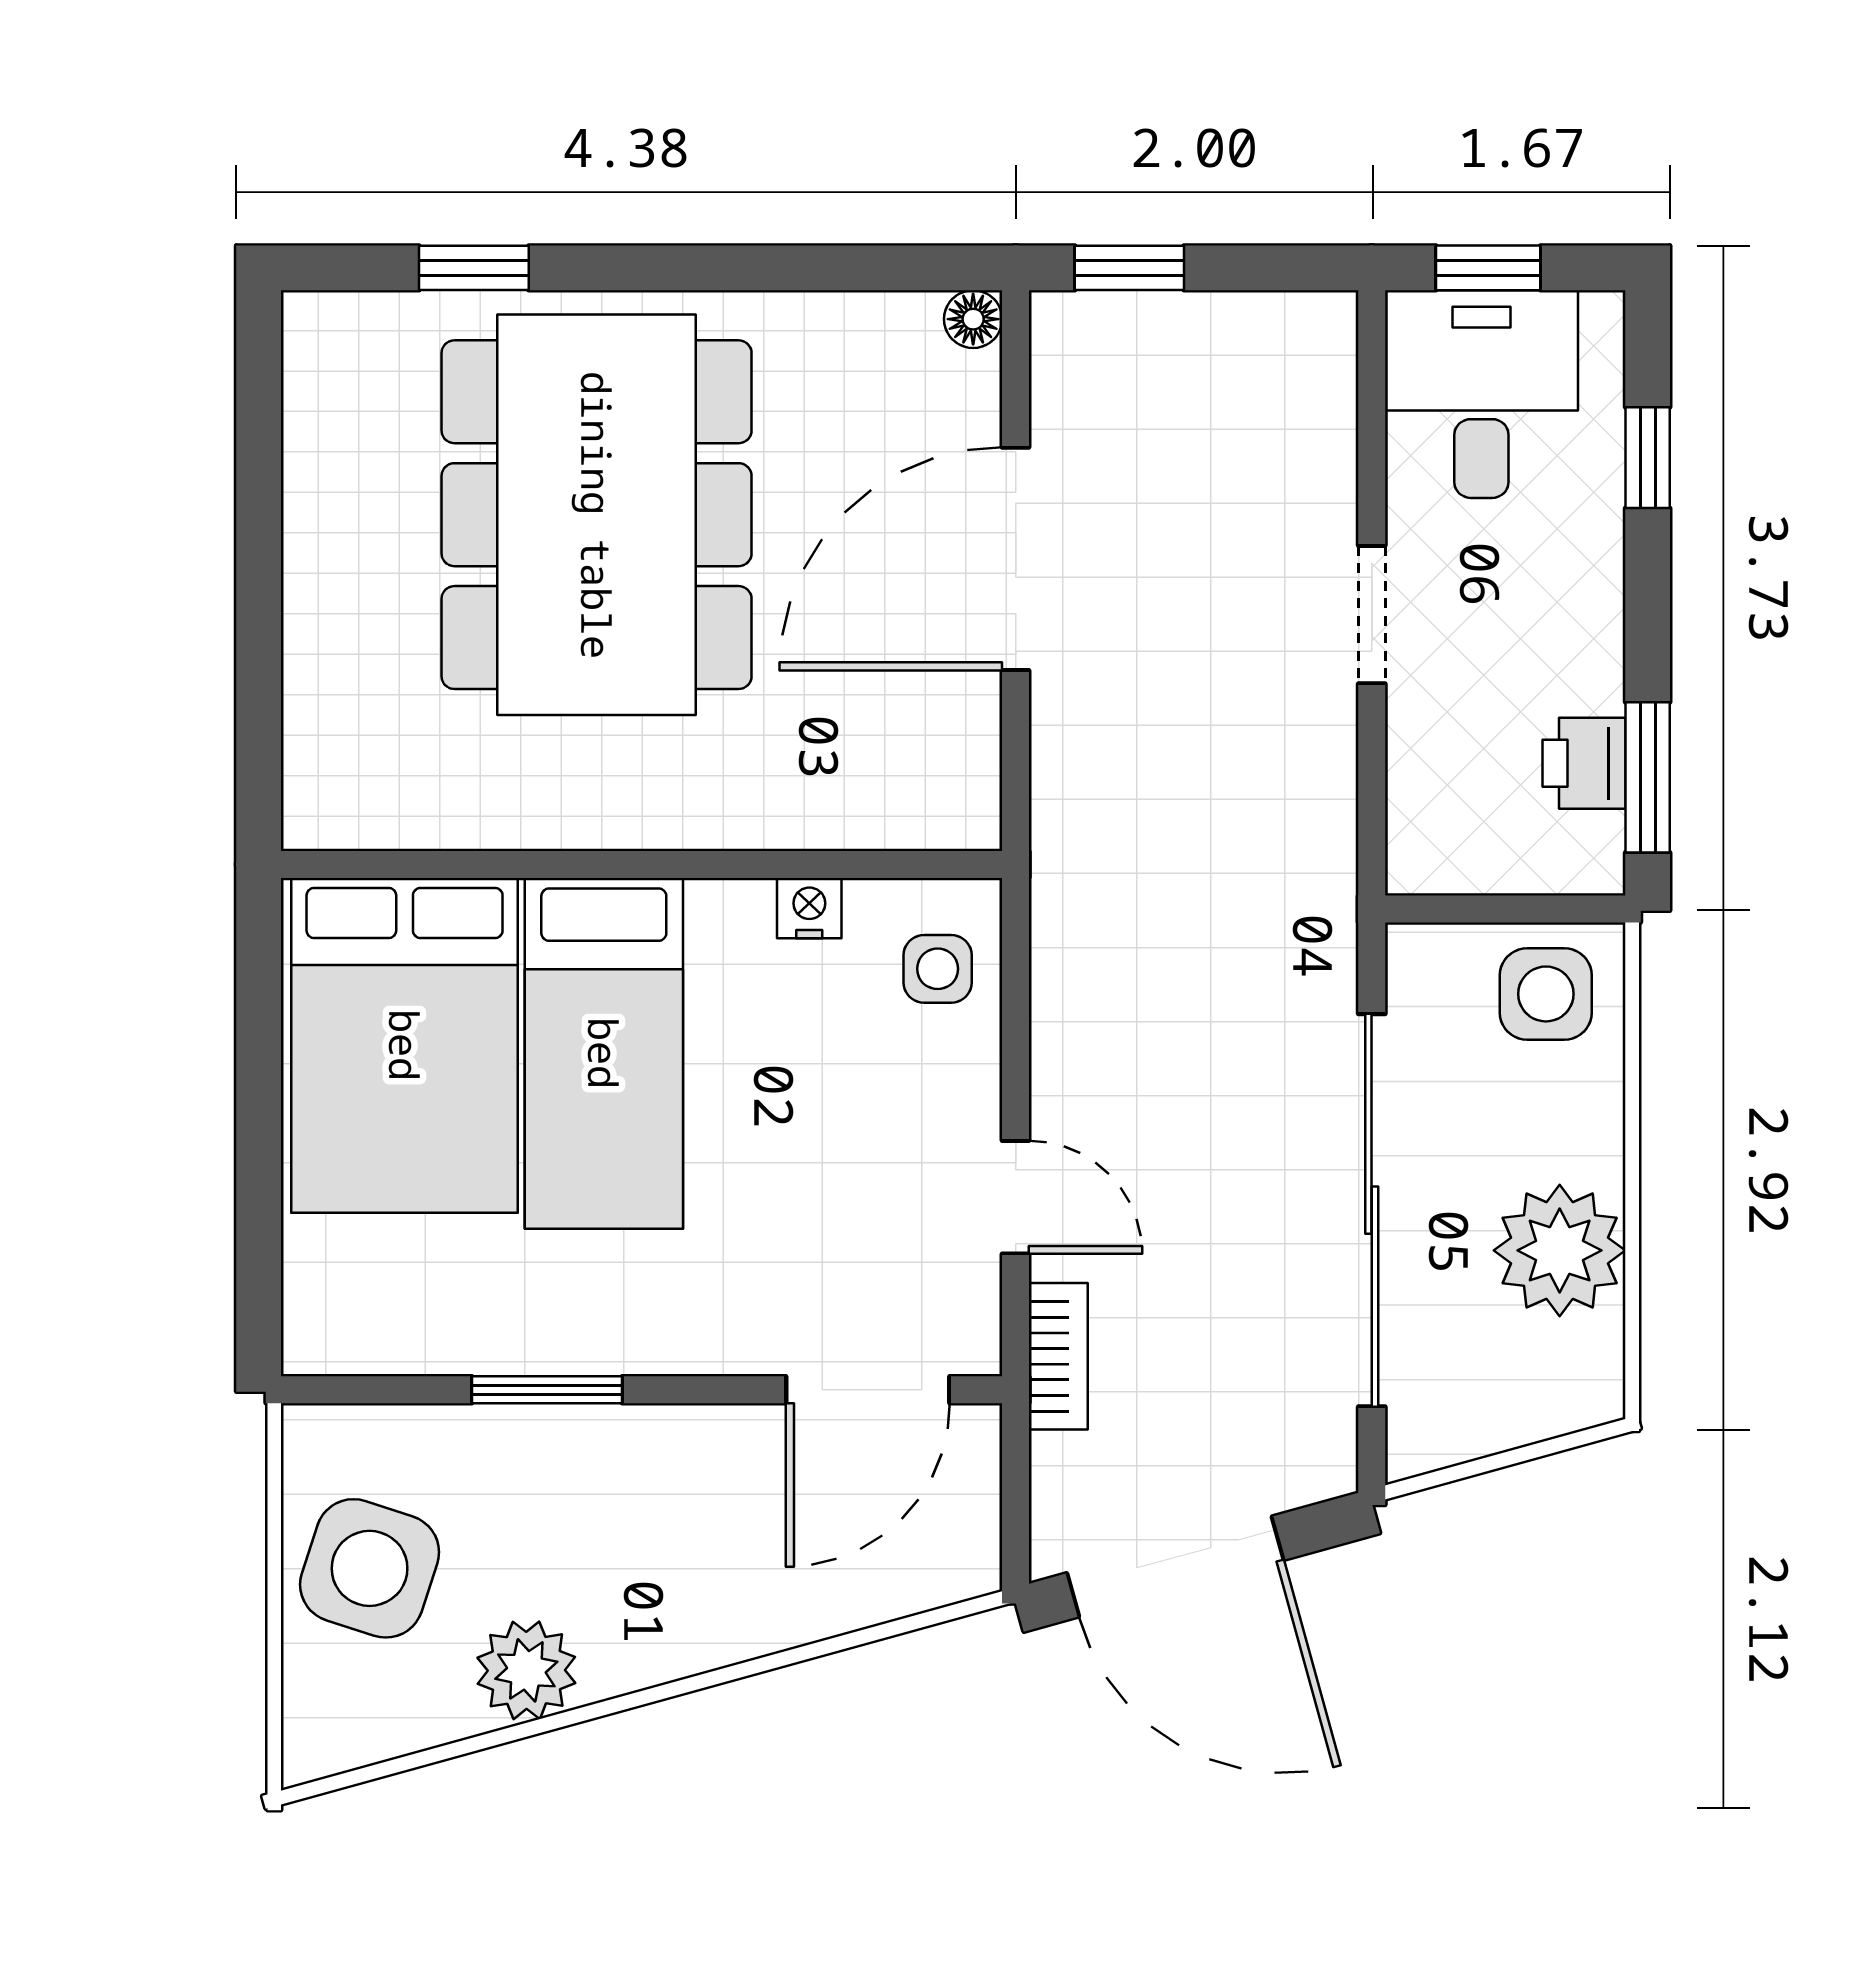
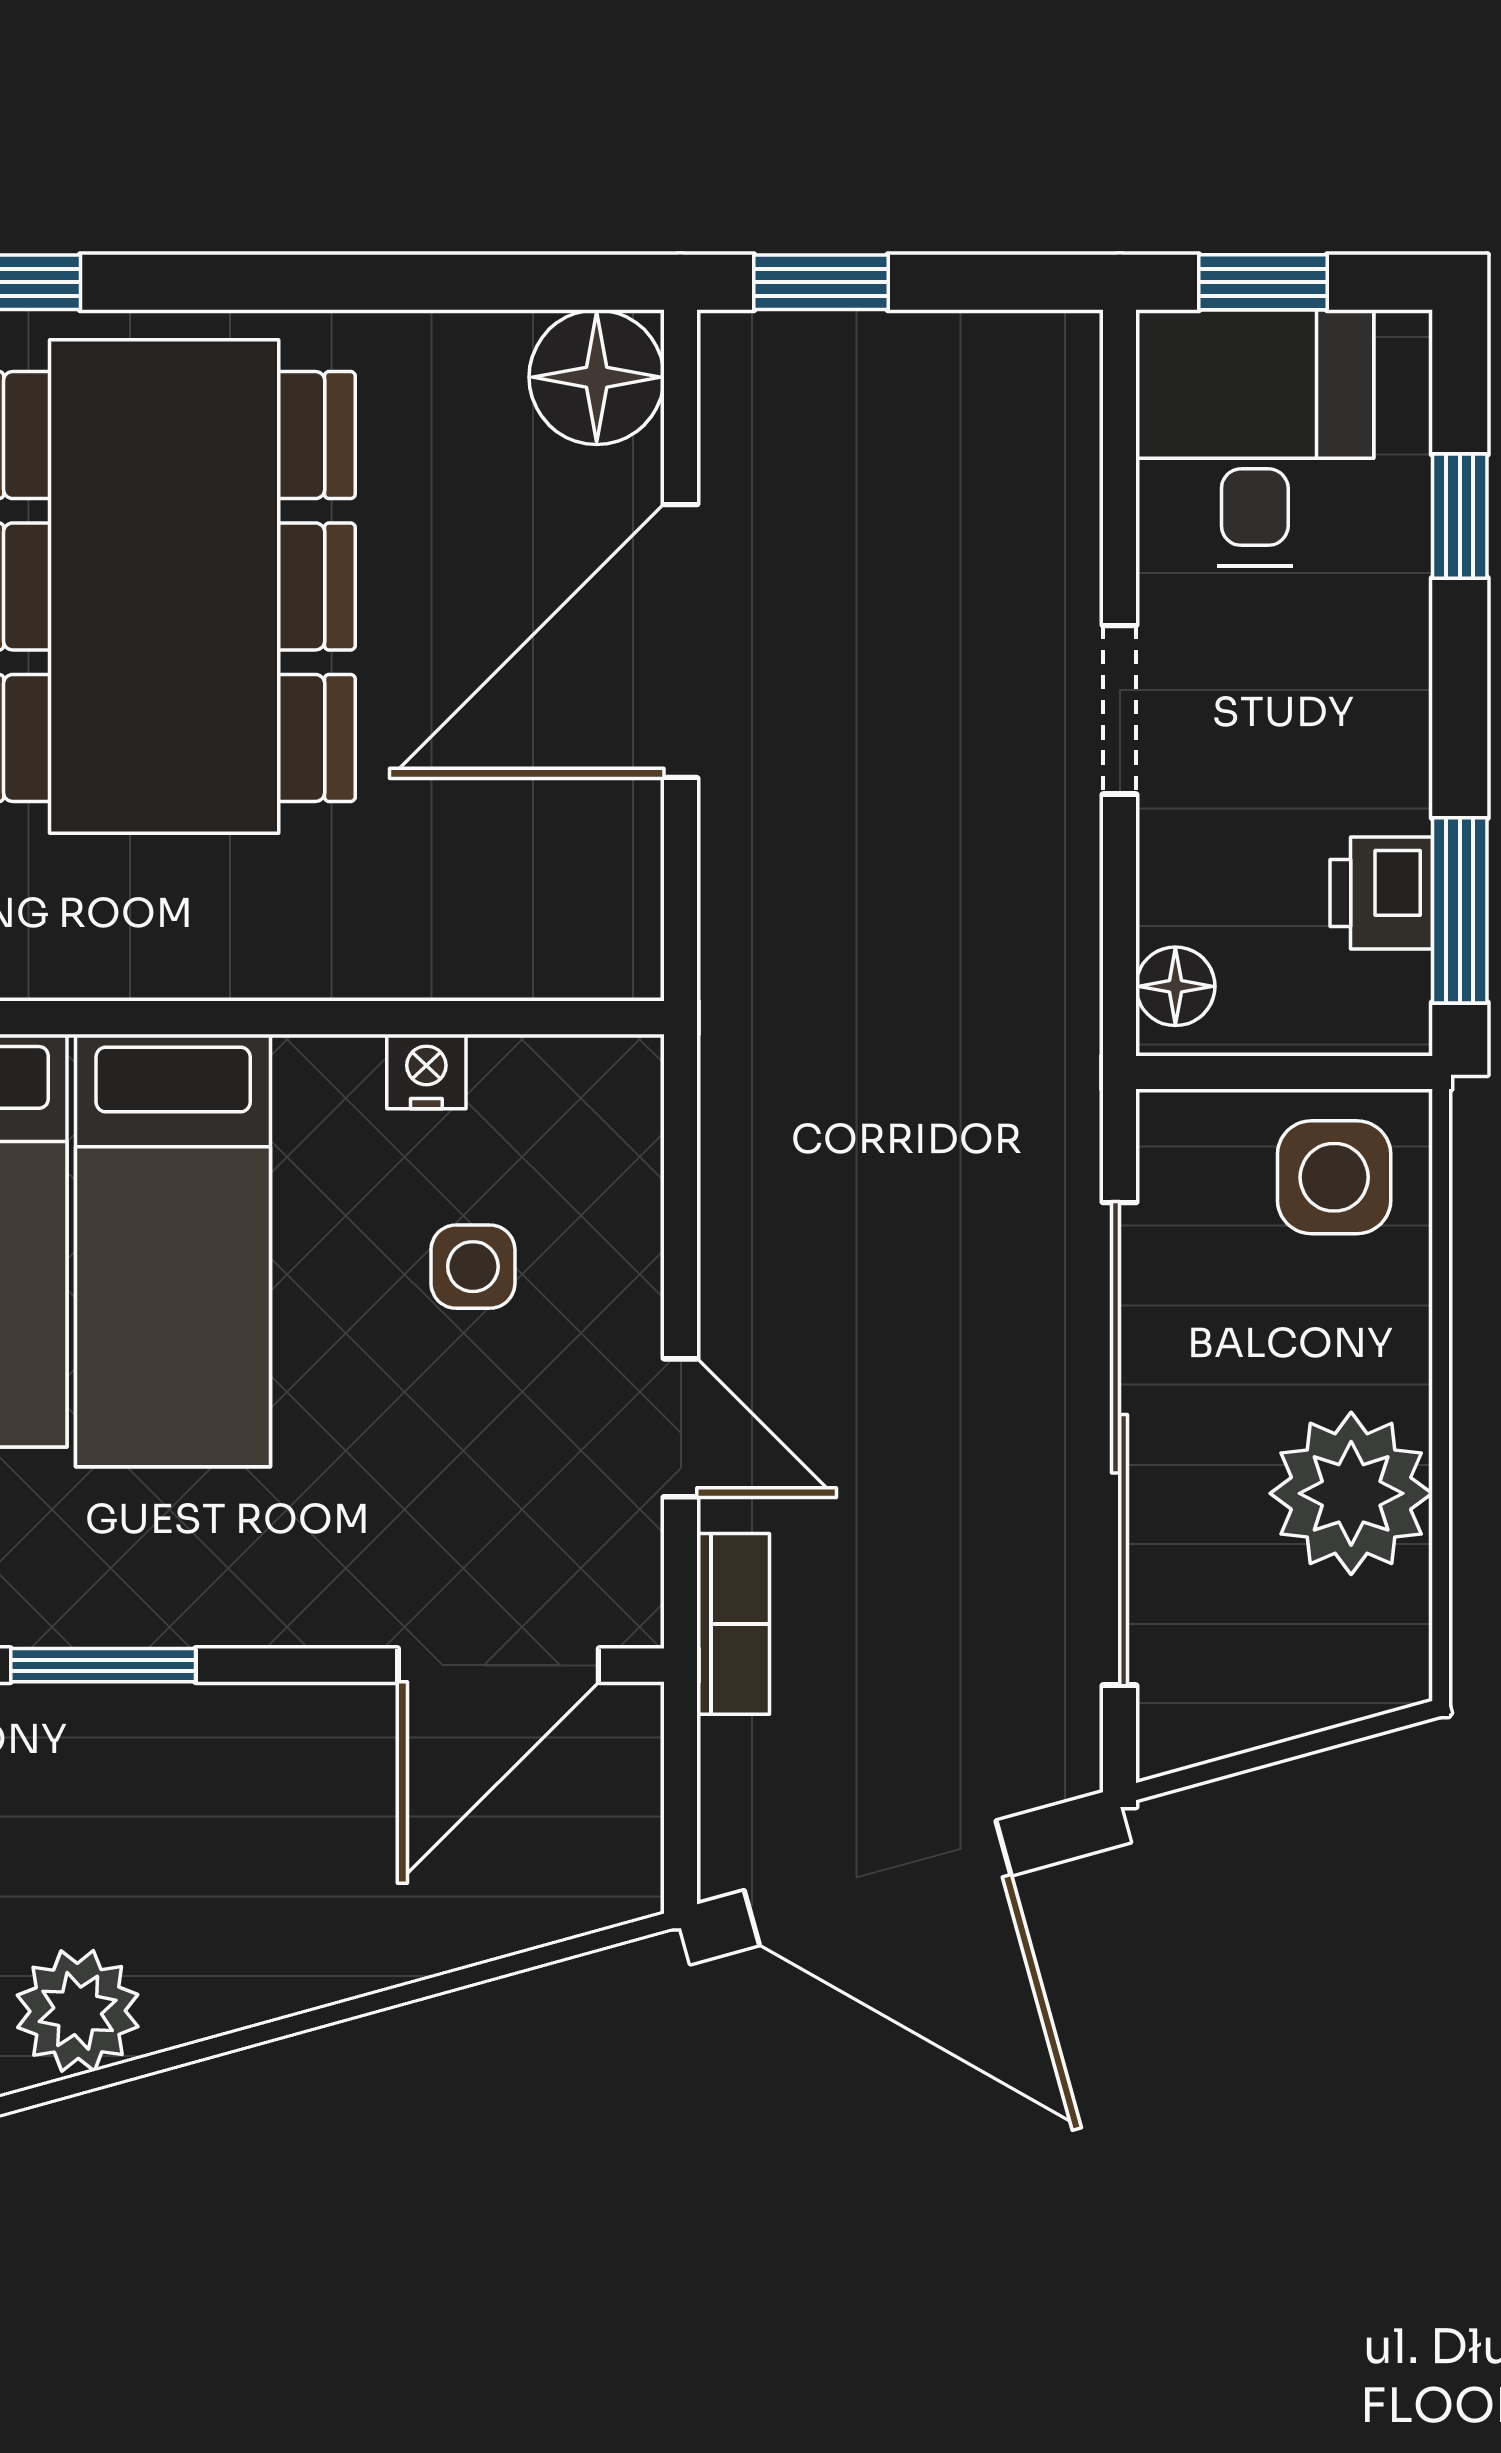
floor lamp: (973, 319) -> (597, 377), width x1.89, depth x1.89
floor lamp: (1417, 839) -> (1175, 986), added
side table: (938, 969) -> (473, 1267), moved

